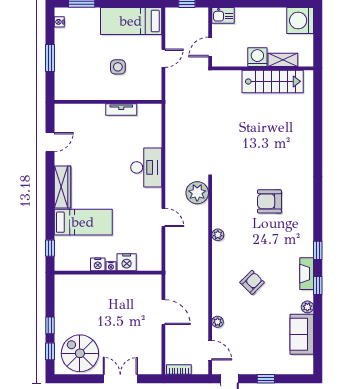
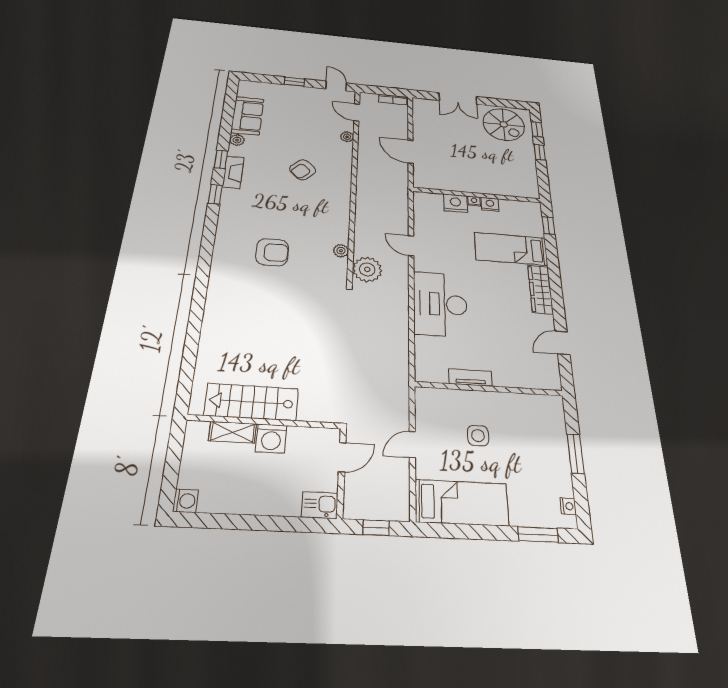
washing machine: (300, 20) -> (186, 501), width x0.53, depth x0.53
desk: (146, 167) -> (440, 304), width x1.36, depth x1.30
plant: (218, 235) -> (341, 251), moved

